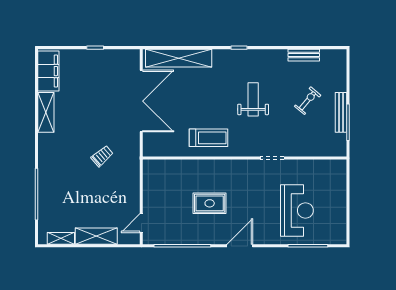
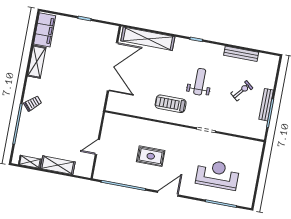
bench: (304, 55) -> (241, 54), width x1.36
treadmill: (208, 138) -> (171, 104), moved, turned 180
trolley: (102, 156) -> (33, 103), moved
reception desk: (297, 210) -> (218, 174), turned -90
door: (141, 223) -> (97, 147), moved

